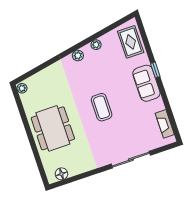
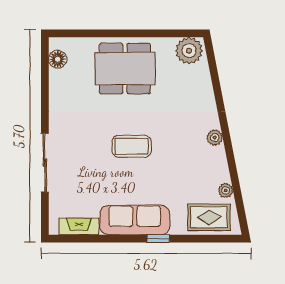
plant: (96, 45) -> (226, 190), moved
sofa: (146, 83) -> (135, 220), width x1.36
plant: (22, 88) -> (189, 51), width x1.88, depth x1.88

